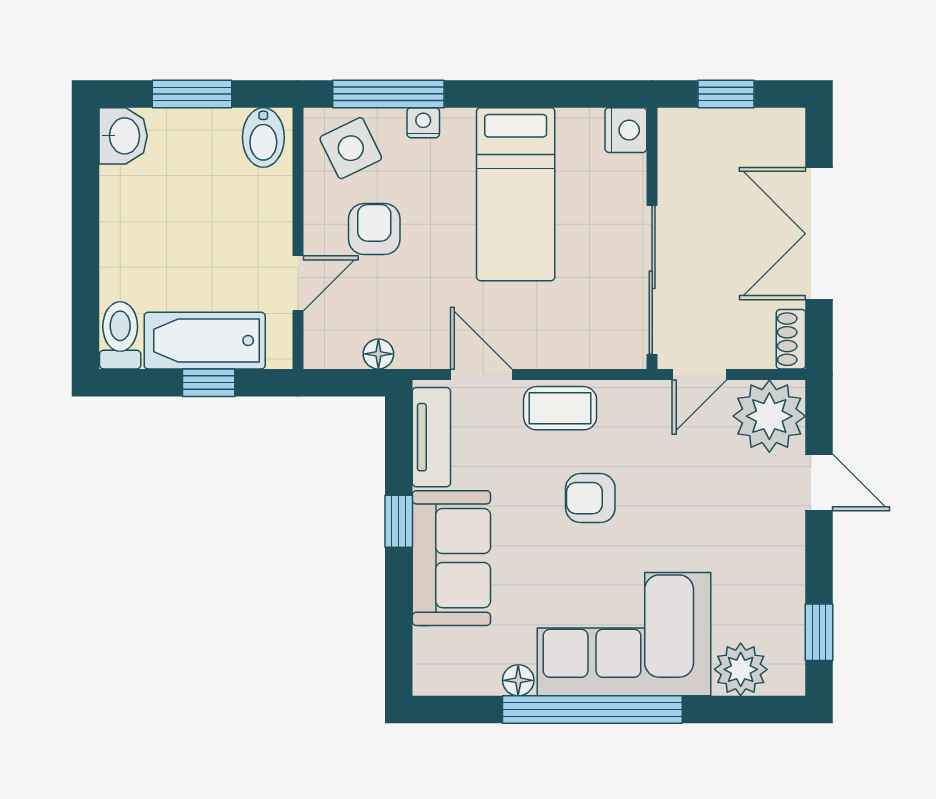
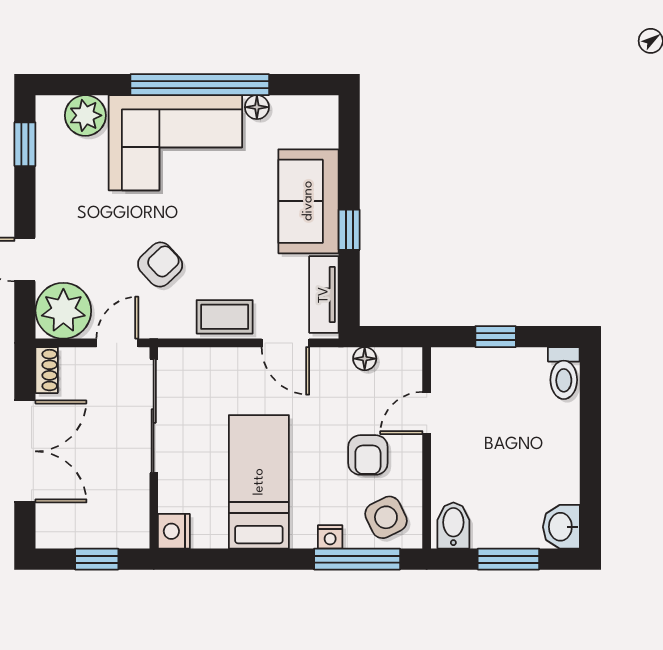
bathtub: (205, 341) -> (499, 369), removed
armchair: (590, 498) -> (160, 265), moved, turned -43

